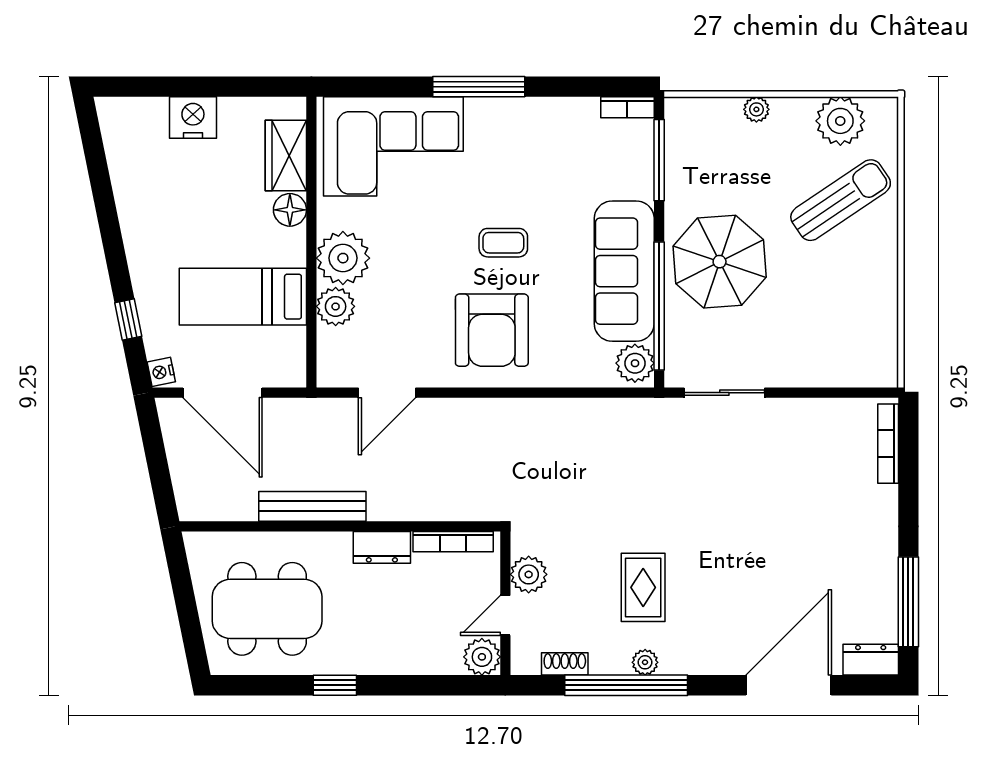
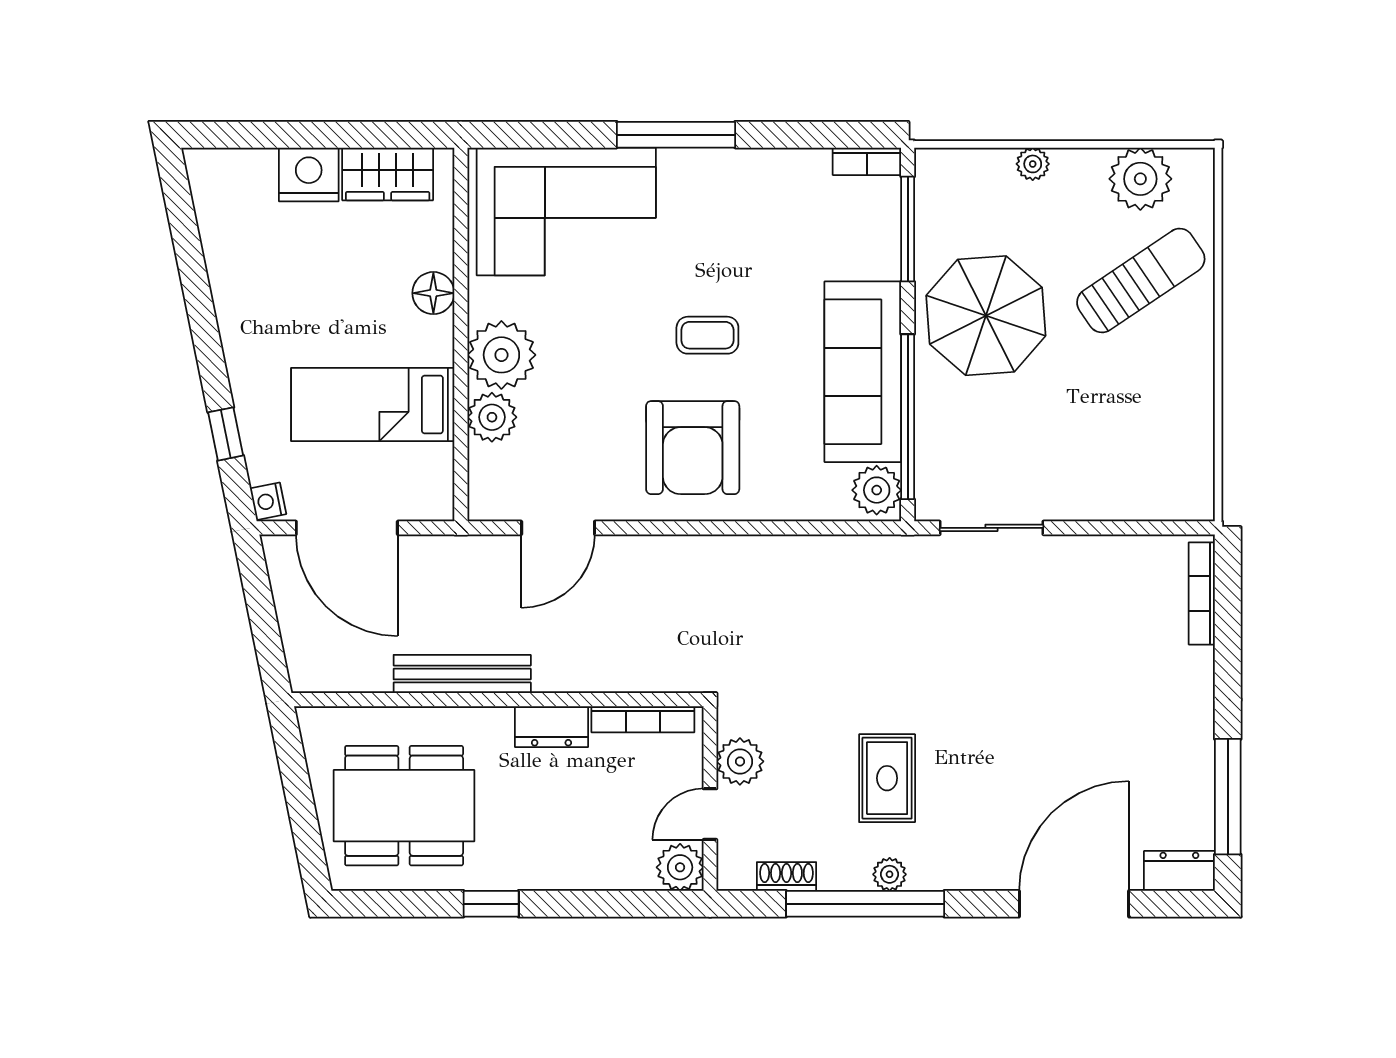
wardrobe: (286, 155) -> (388, 174), moved, turned -90
parasol: (720, 262) -> (986, 316), moved

